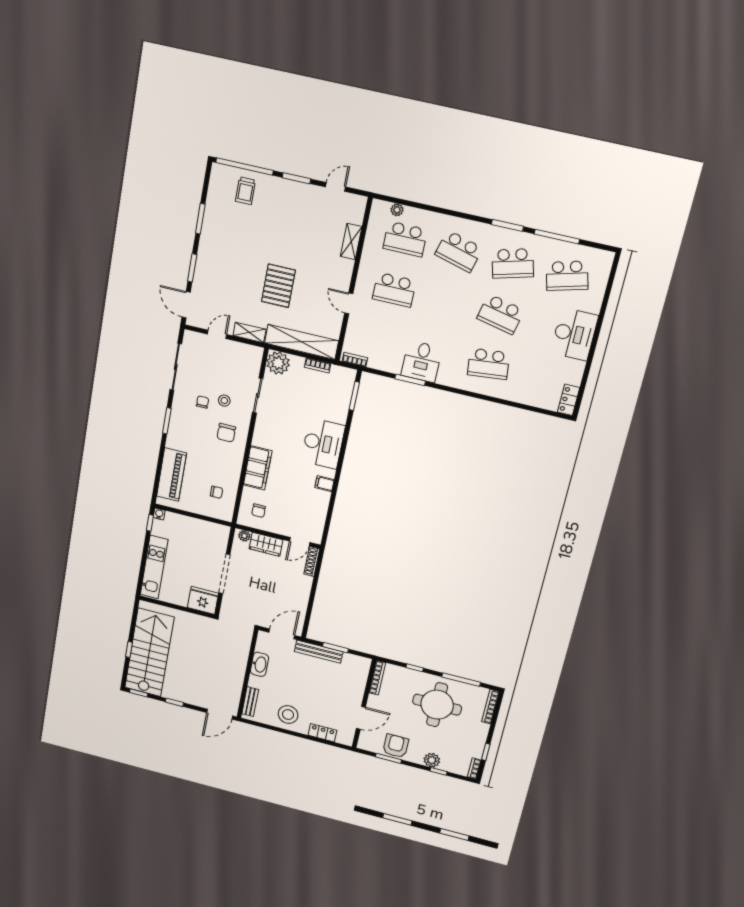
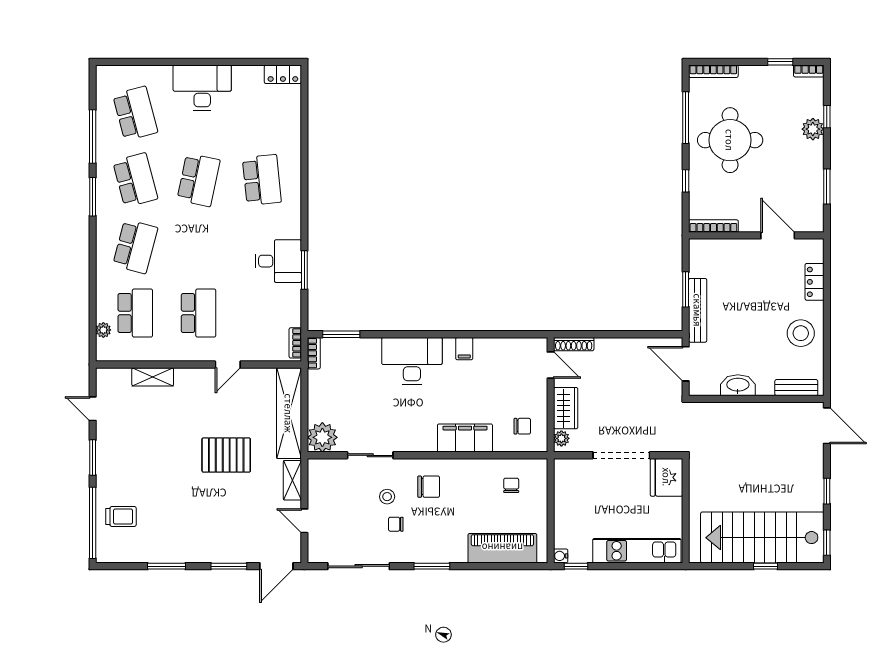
bookcase: (318, 366) -> (314, 353), moved
armchair: (396, 746) -> (806, 181), removed

